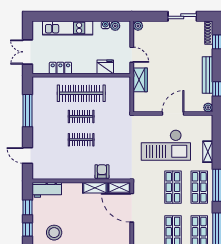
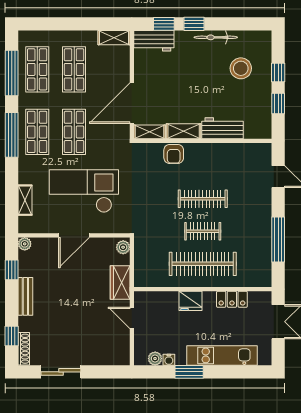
window: (91, 16) -> (189, 372), added
plant: (138, 26) -> (123, 247), moved
fridge: (105, 67) -> (190, 301), moved
bench: (208, 75) -> (25, 296), width x0.73
clothes rail: (81, 140) -> (203, 199), width x1.36
shelving: (208, 152) -> (25, 200), moved
workbench: (47, 190) -> (223, 128), moved
door: (132, 208) -> (132, 103), swing flipped

